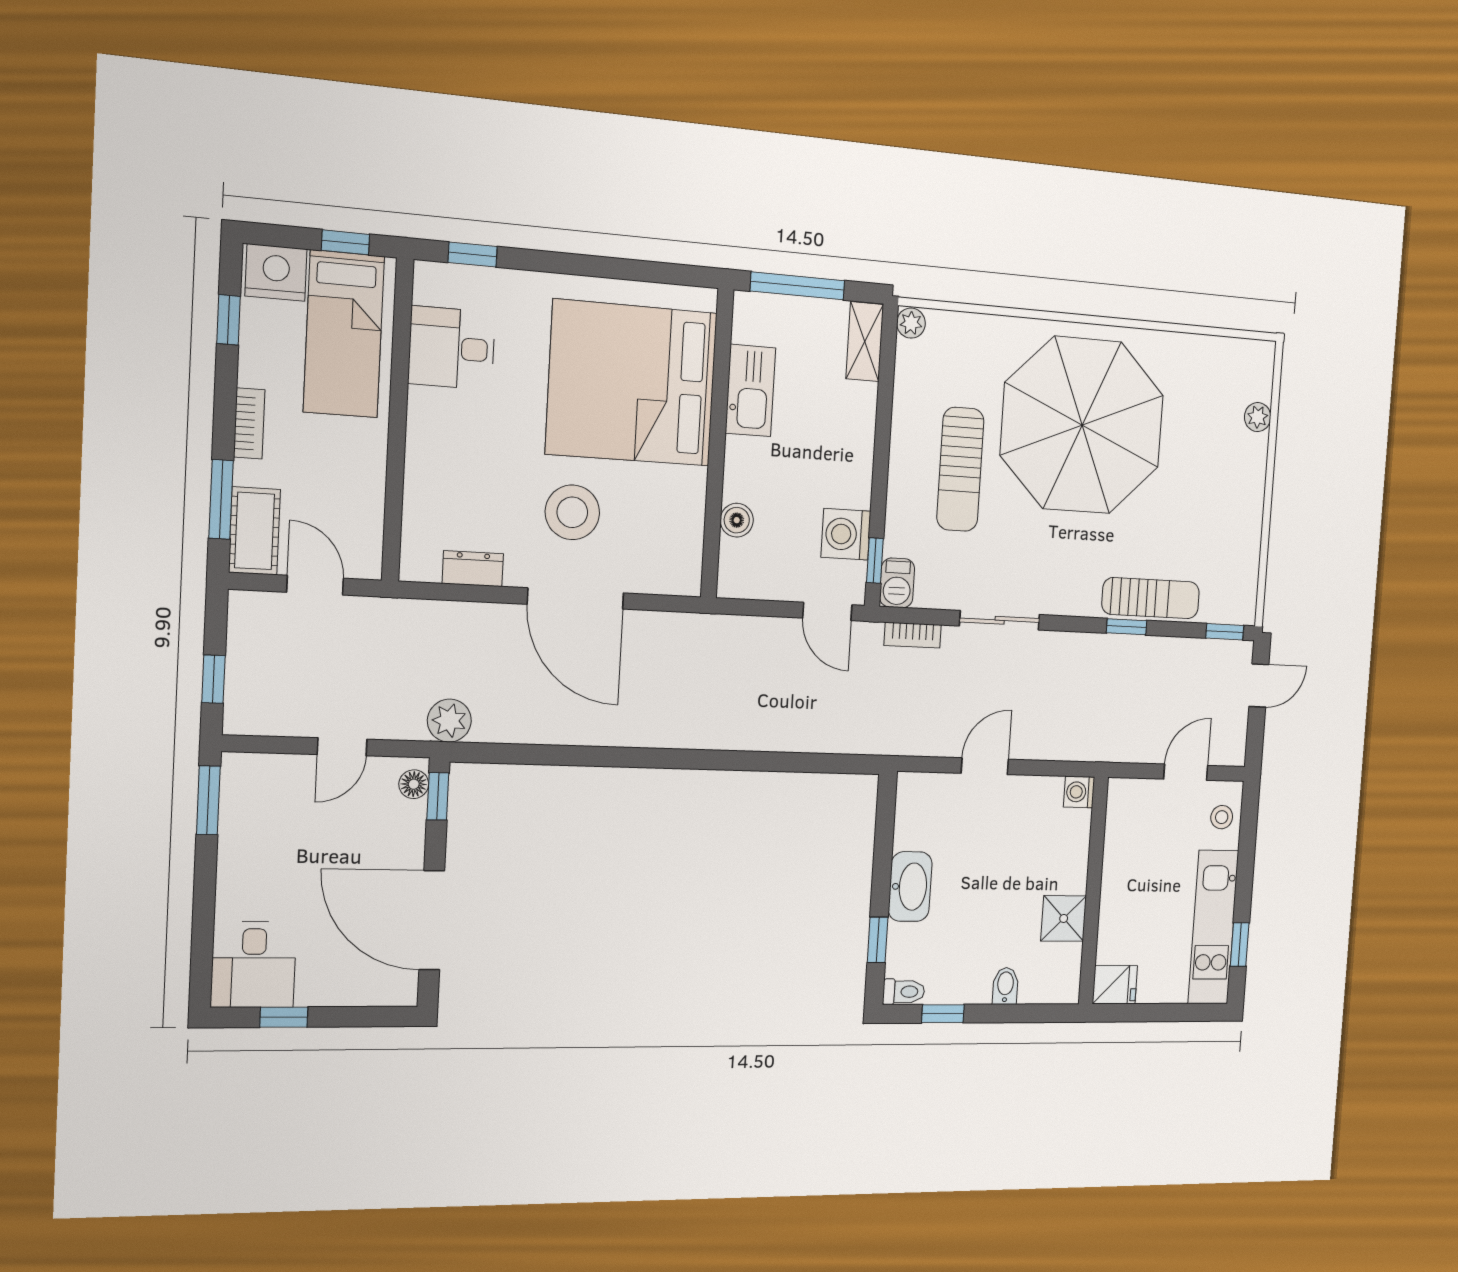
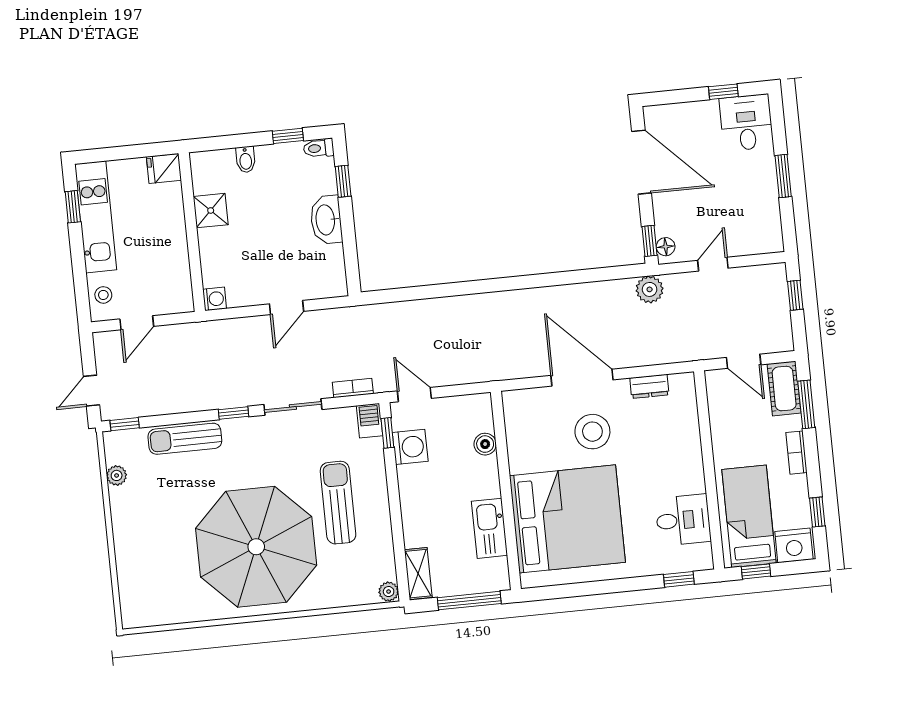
plant: (1258, 417) -> (117, 475), moved
window: (1127, 627) -> (234, 413), moved
window: (208, 800) -> (783, 176), moved

